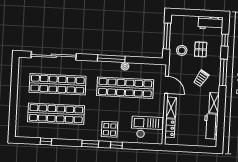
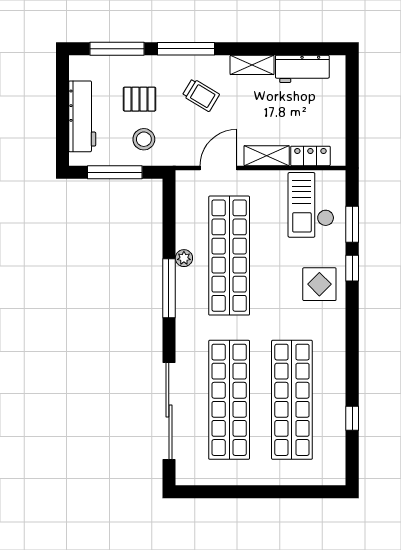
workbench: (211, 23) -> (82, 116), moved, width x1.38
window: (225, 40) -> (117, 49), width x2.17
window: (90, 144) -> (352, 224), moved

